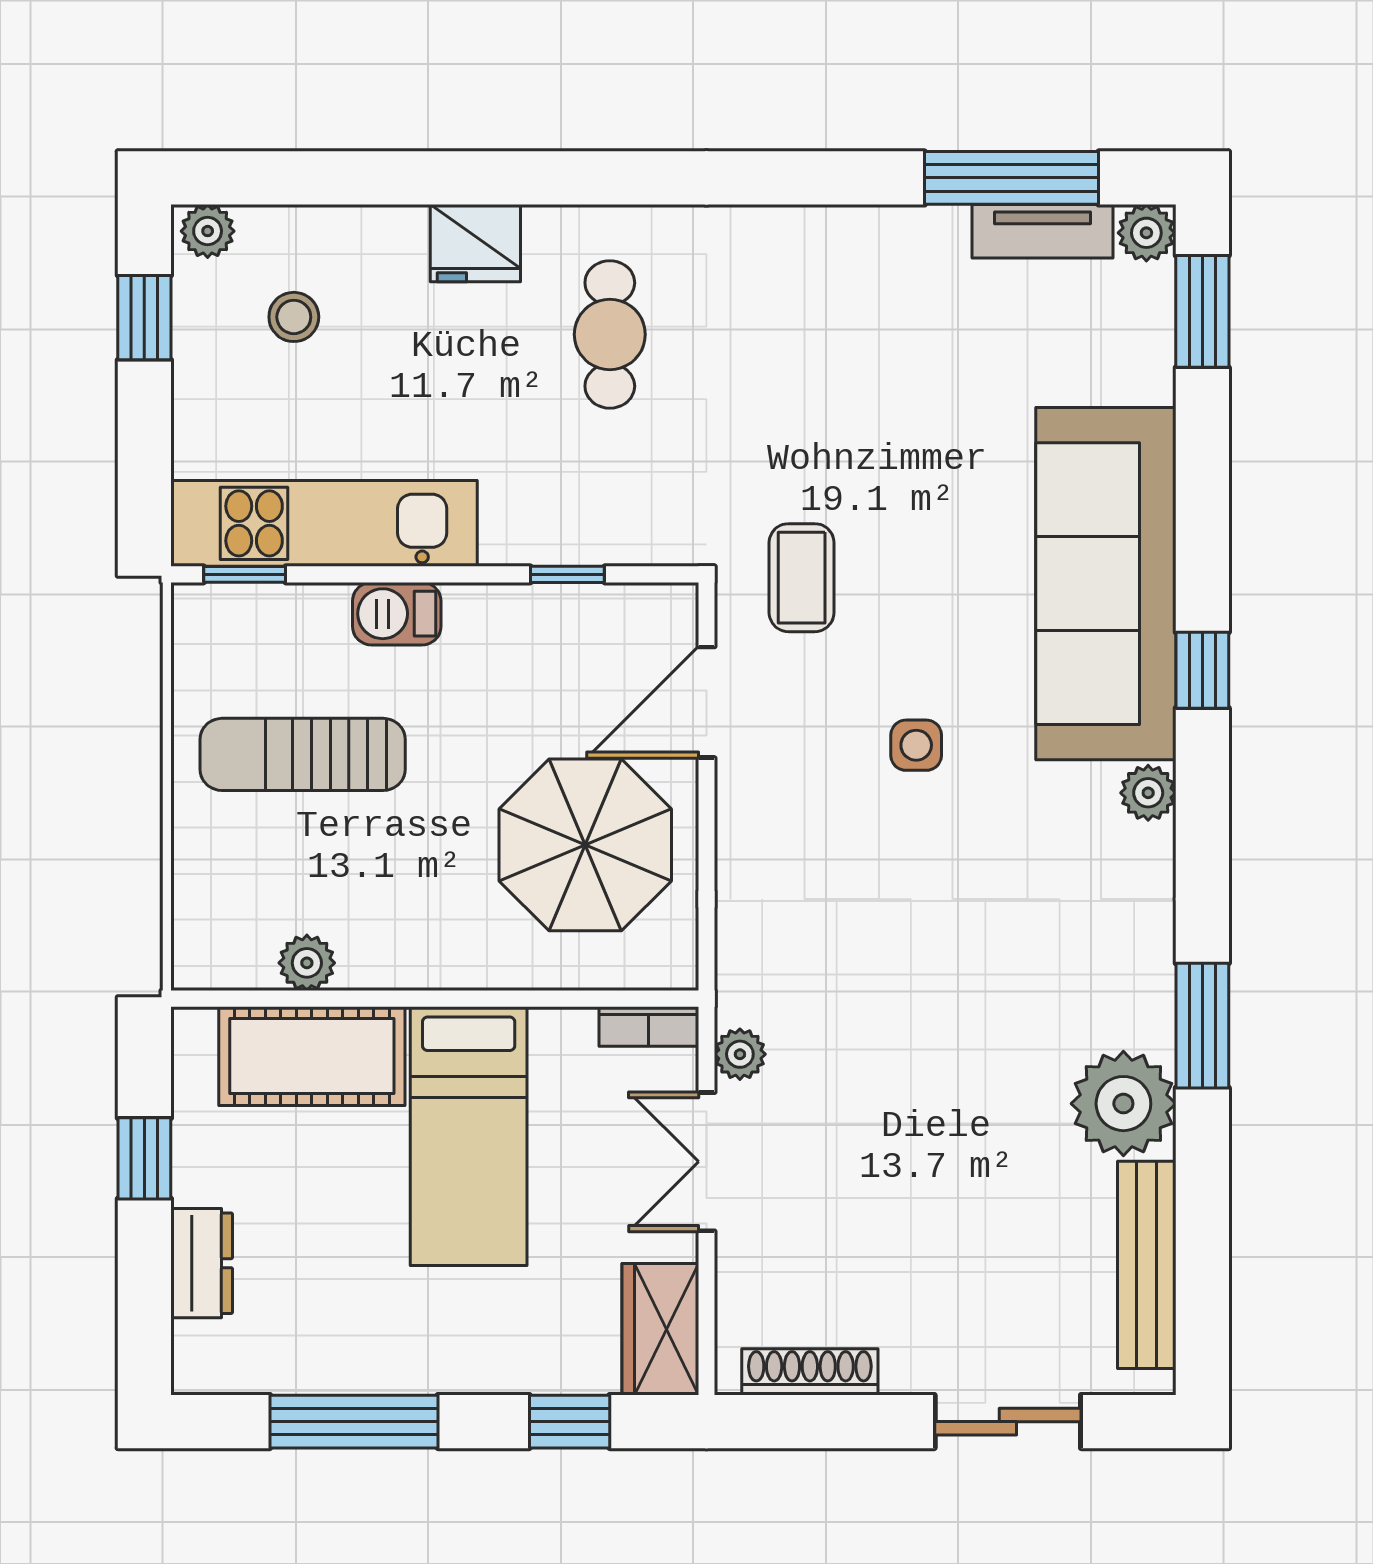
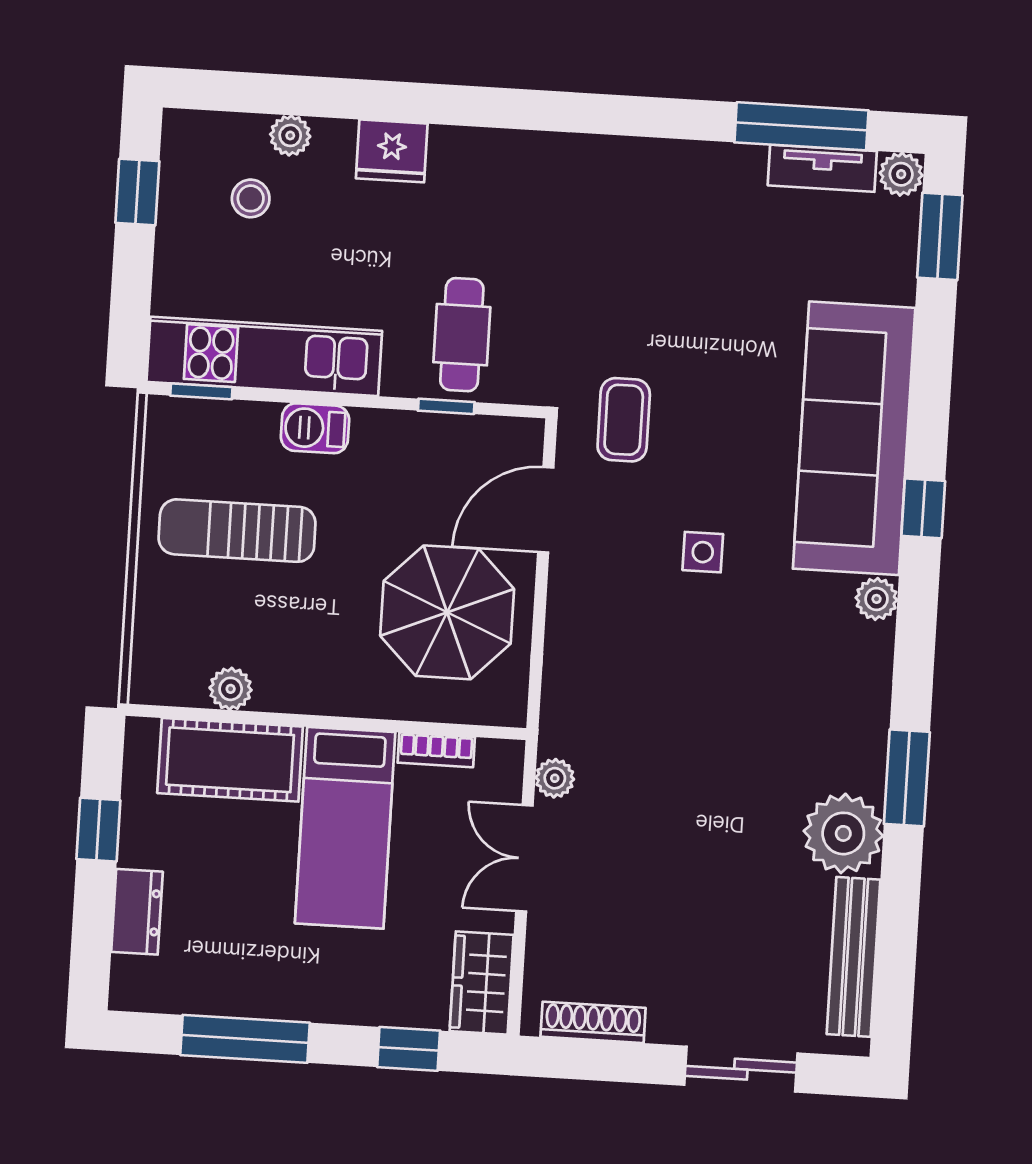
plant: (208, 231) -> (290, 135), moved
cafe table: (610, 334) -> (462, 335), moved
bookcase: (649, 1026) -> (436, 750), moved

